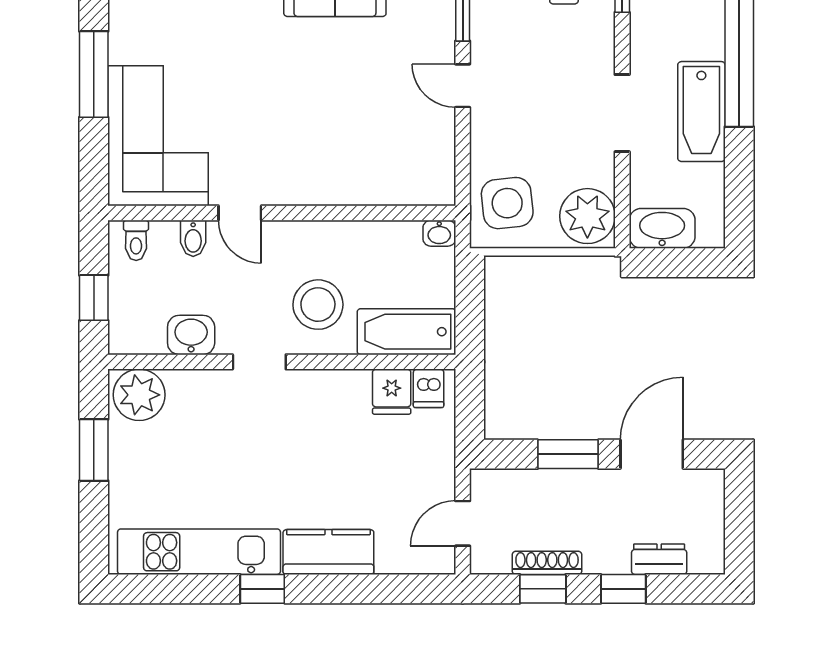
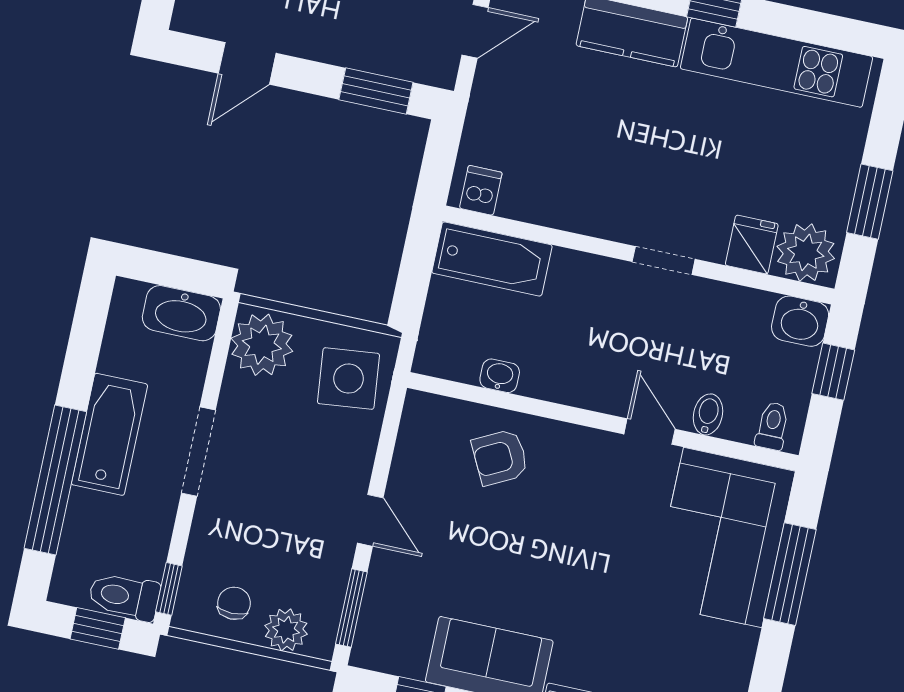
window: (94, 74) -> (790, 574), moved
armchair: (363, 164) -> (500, 457), added
washbasin: (439, 233) -> (500, 376), moved
stool: (318, 305) -> (584, 310), removed
washbasin: (191, 335) -> (800, 321), moved
fridge: (392, 392) -> (752, 245), moved
window: (568, 454) -> (376, 91), moved
door: (652, 454) -> (247, 63), width x0.73

